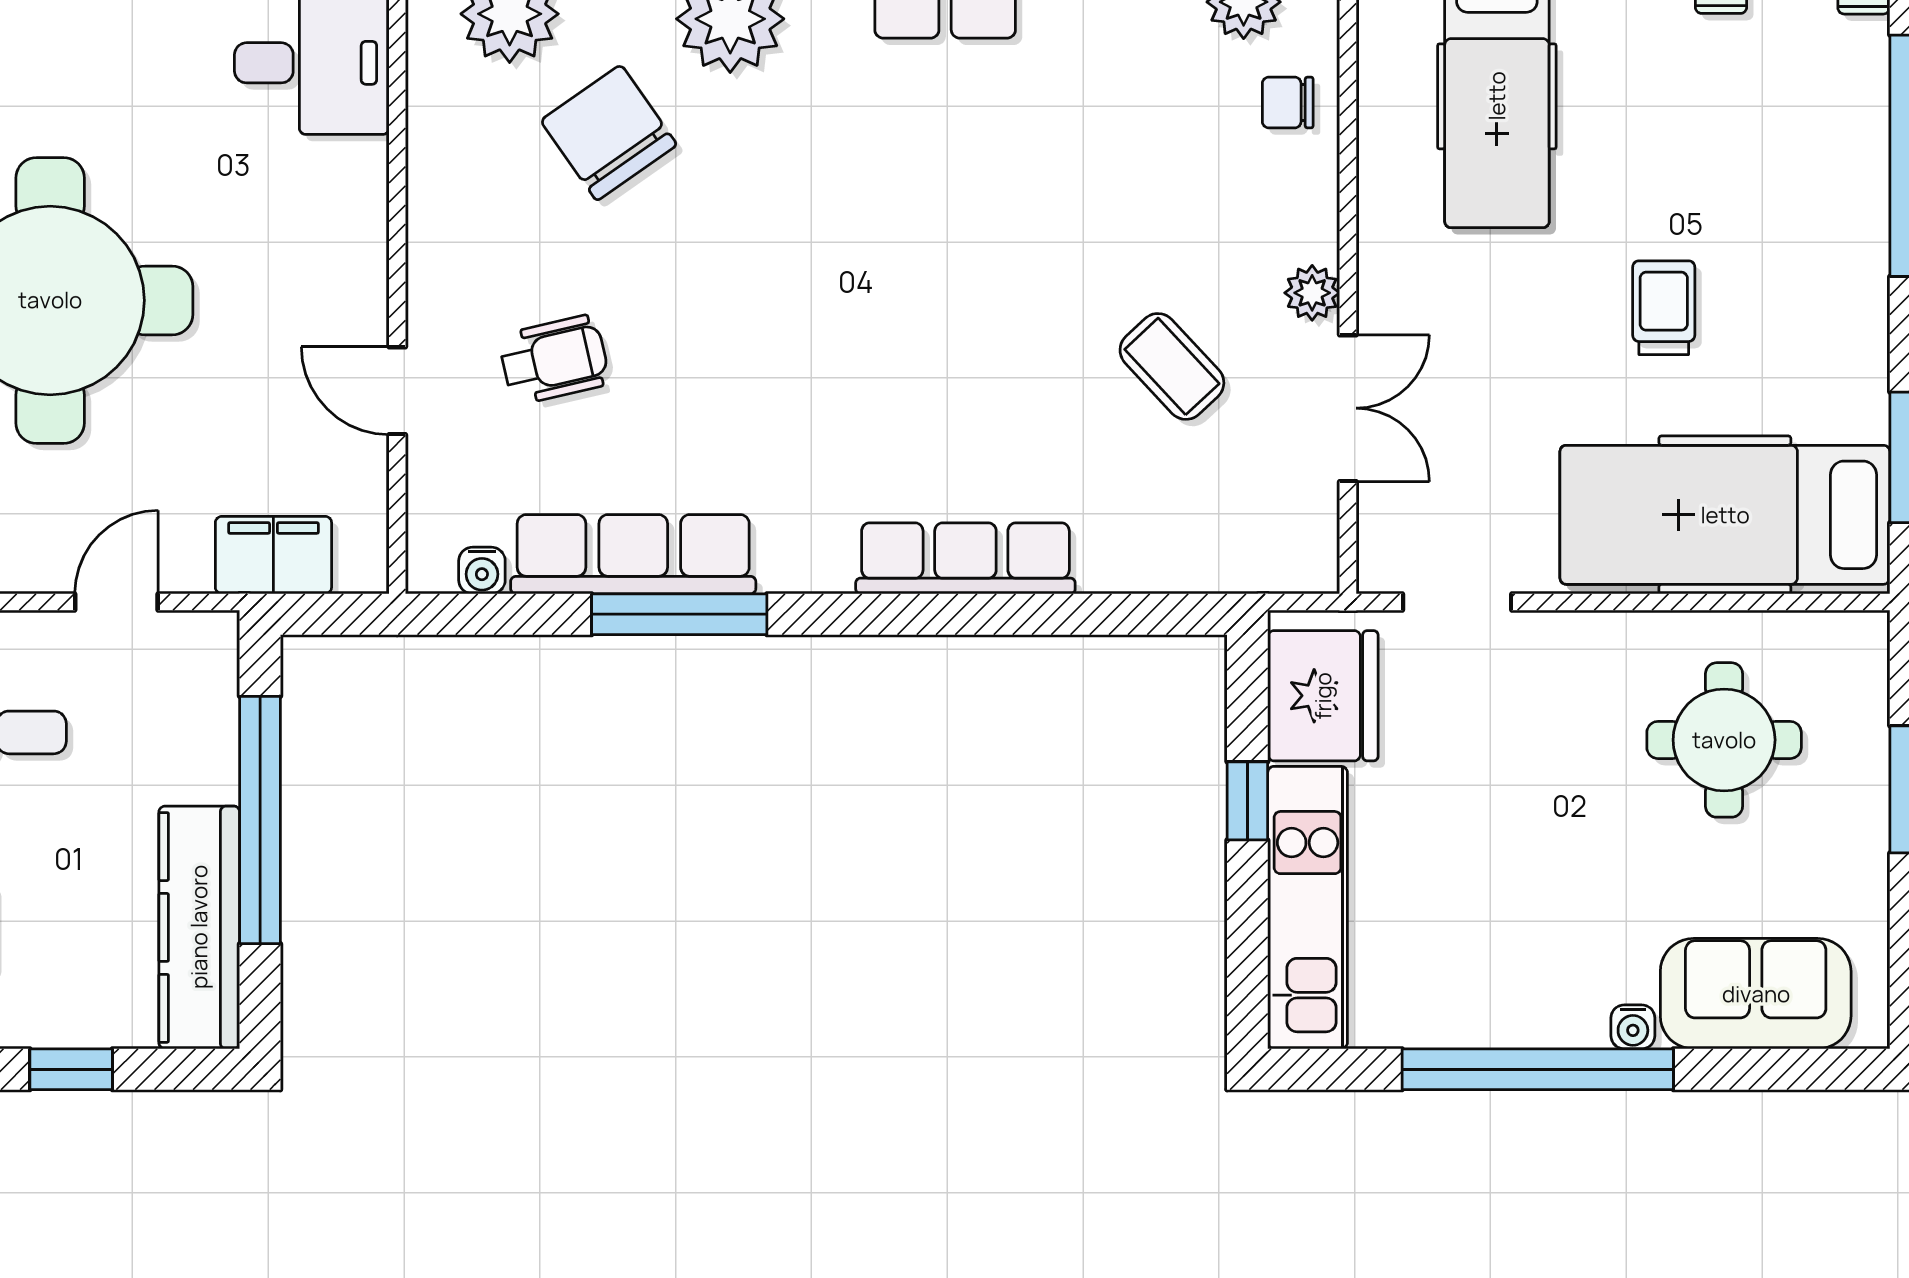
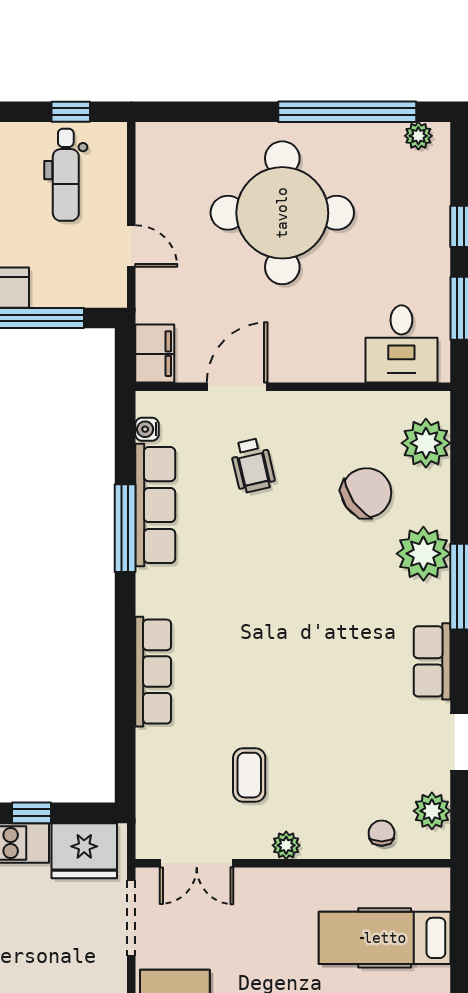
coffee table: (1172, 366) -> (249, 775), turned -47
door: (397, 391) -> (237, 387), width x1.38
double door: (1348, 408) -> (197, 863), moved
filing cabinet: (273, 555) -> (155, 354), moved
doorway: (1457, 602) -> (131, 918), width x1.38

